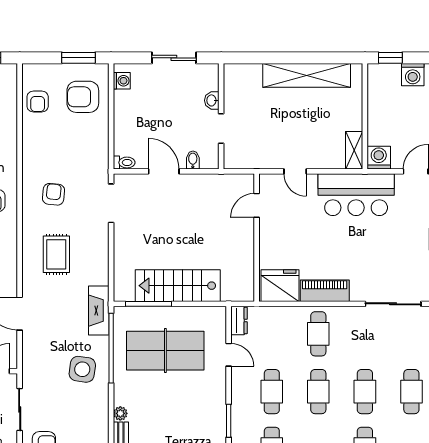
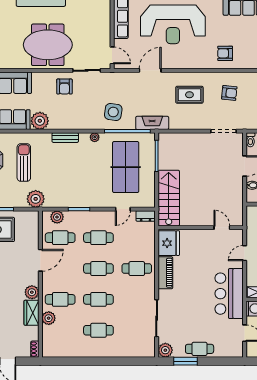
stairs: (178, 286) -> (169, 198), moved
plant: (120, 413) -> (95, 137), moved

